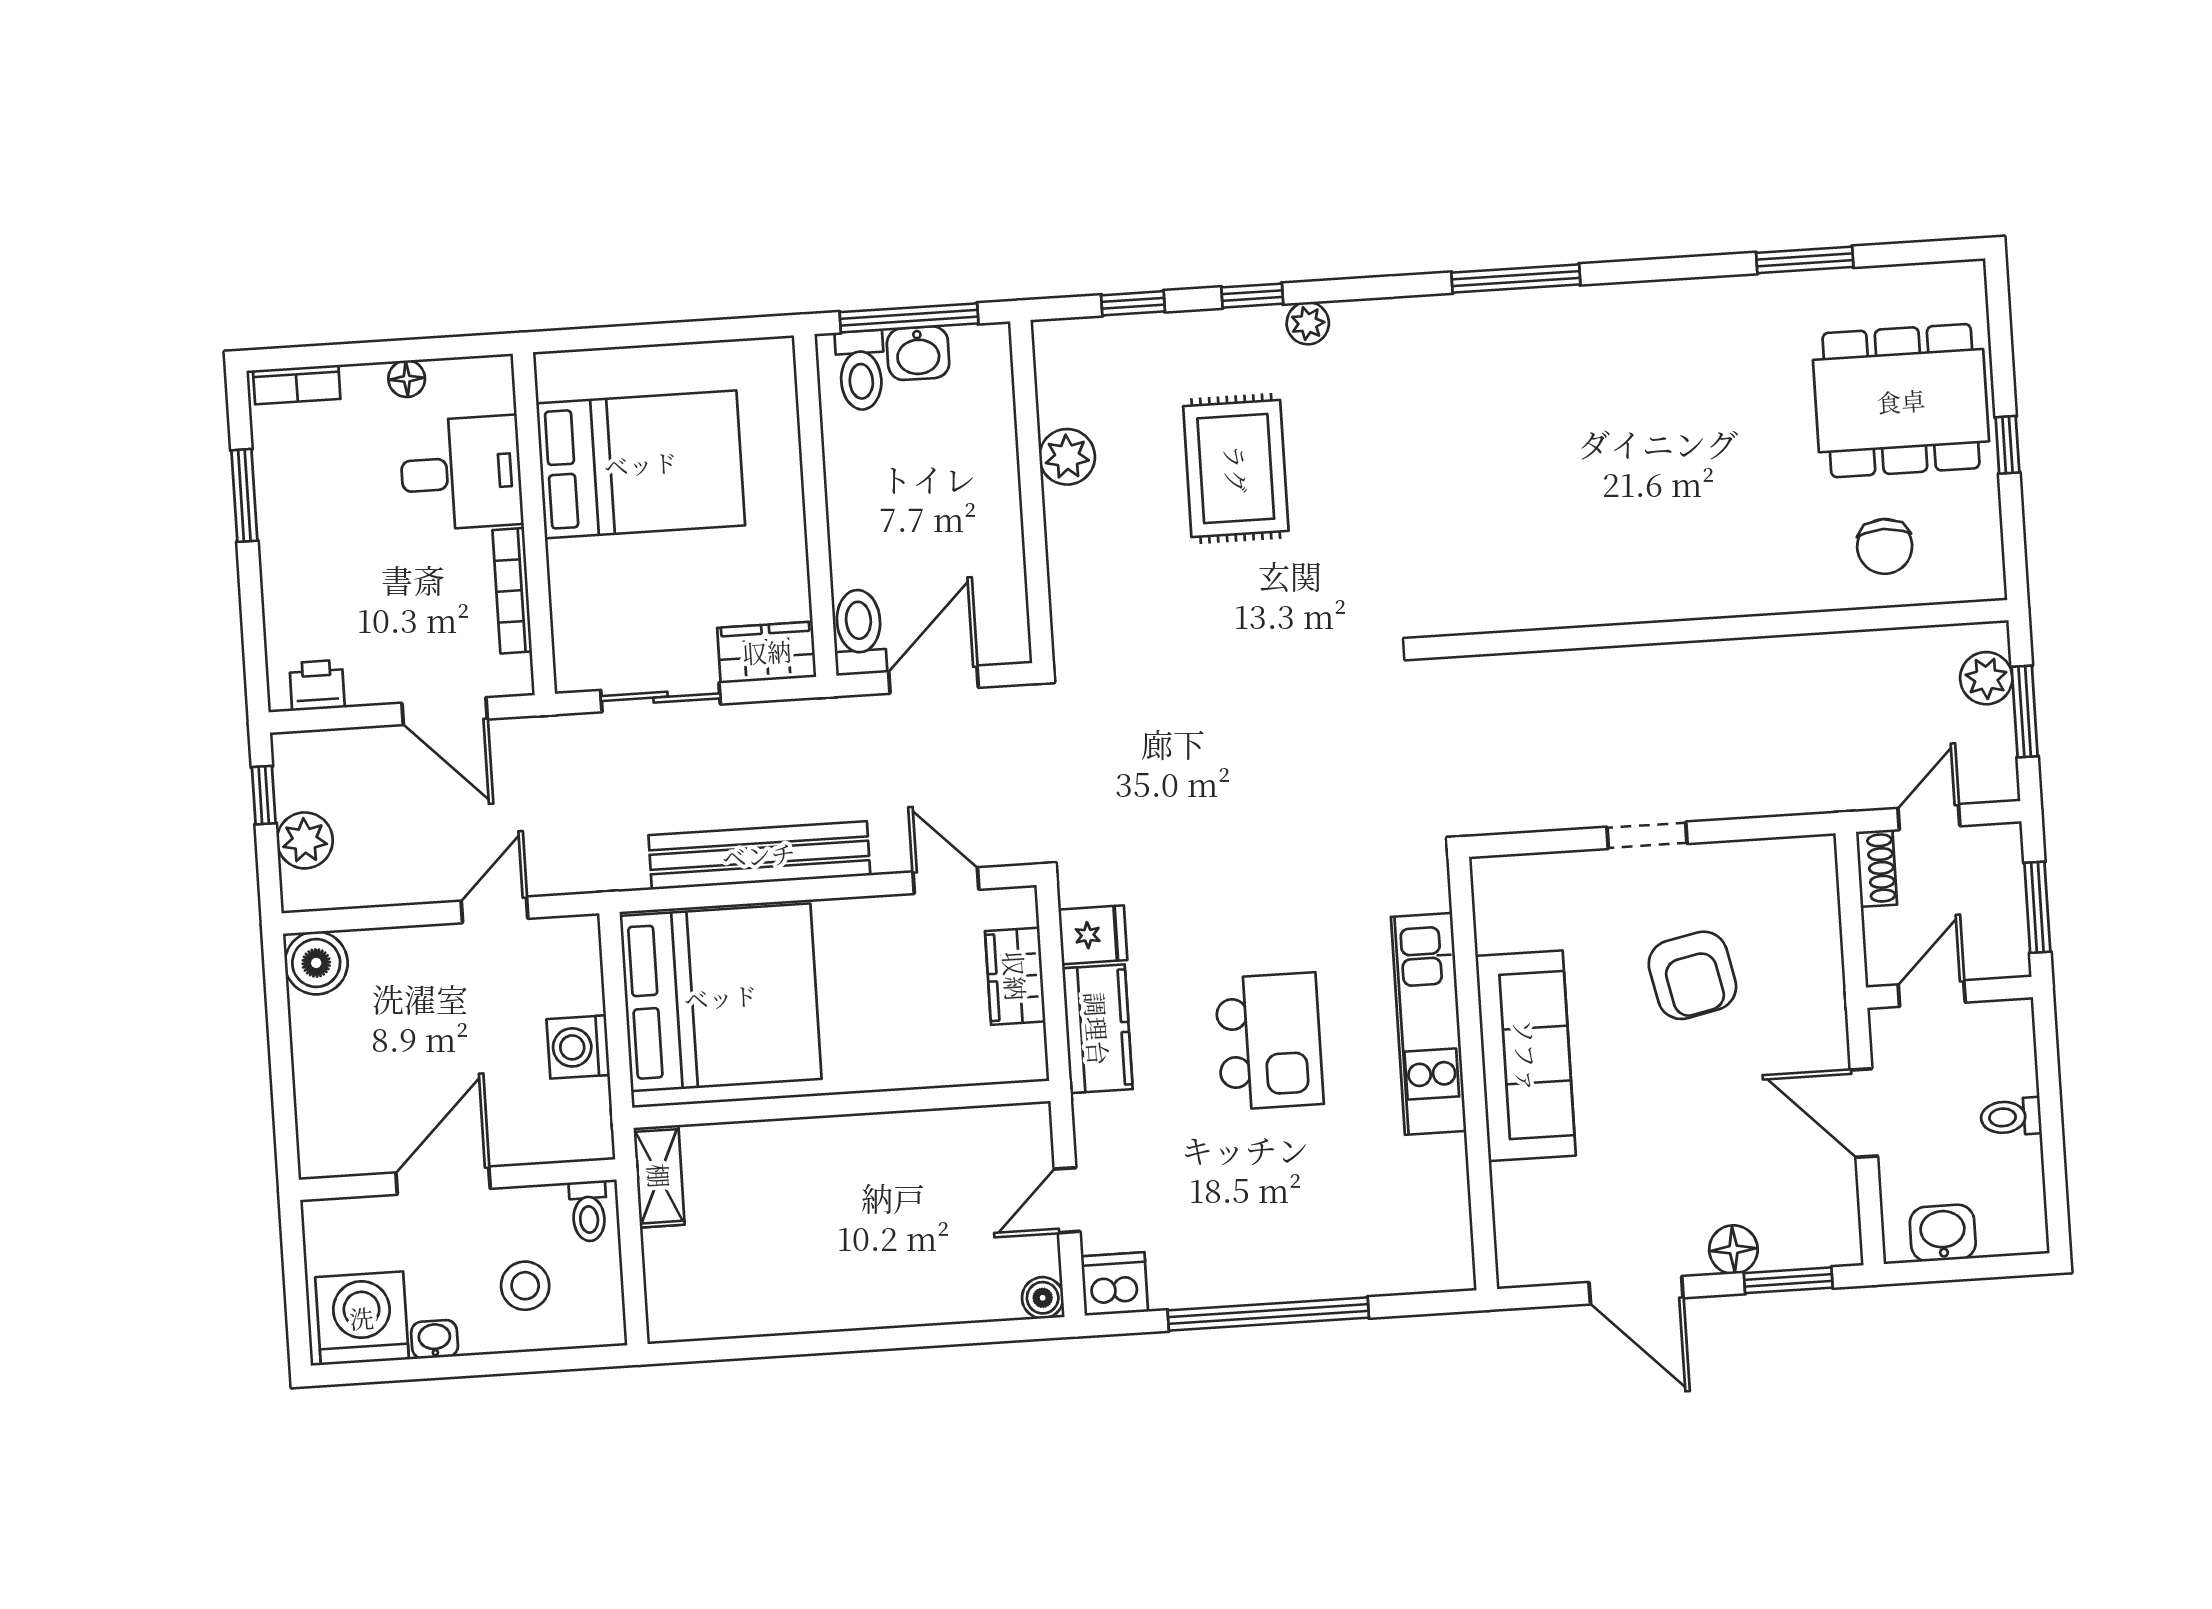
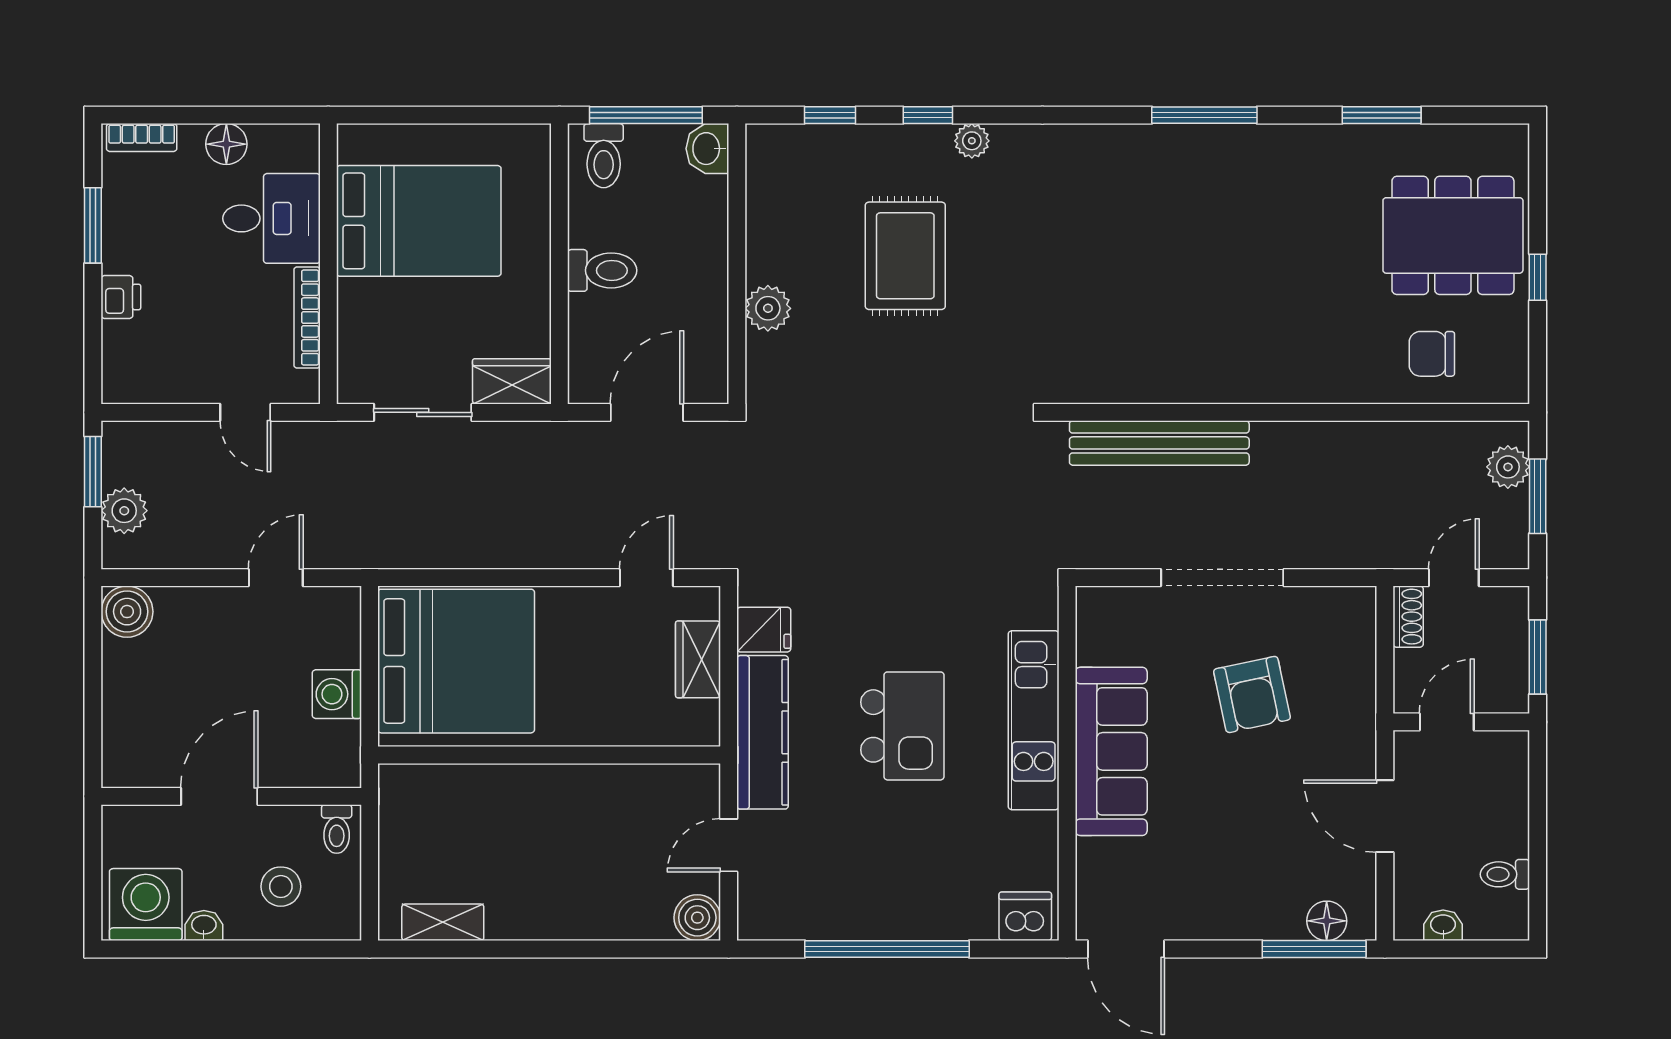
window: (1516, 279) -> (1204, 115), moved
washbasin: (918, 353) -> (707, 149), moved, turned 90
floor lamp: (407, 379) -> (226, 144), width x1.37, depth x1.37
plant: (1067, 457) -> (768, 308), moved
chair: (1885, 546) -> (1432, 354), turned 90
toilet: (859, 632) -> (602, 270), moved, turned 90
printer: (317, 685) -> (121, 297), moved, turned 90
door: (445, 711) -> (245, 412), width x0.73
window: (264, 795) -> (93, 472), width x1.50
doorway: (1647, 835) -> (1222, 578), width x1.88
bench: (759, 855) -> (1159, 443), moved
door: (946, 881) -> (646, 578), hinge flipped
kitchen counter: (1097, 1029) -> (763, 732), width x1.50
toilet: (2011, 1117) -> (1505, 874), moved
shelving: (659, 1176) -> (443, 922), moved, turned 90
washbasin: (1943, 1233) -> (1443, 925), width x0.72, depth x0.69
floor lamp: (1733, 1250) -> (1327, 921), moved
window: (1788, 1280) -> (1314, 949), width x1.44
dishwasher: (1115, 1284) -> (1025, 916), moved
door: (1636, 1290) -> (1126, 949), moved
boiler: (1043, 1298) -> (697, 918), width x1.36, depth x1.36

